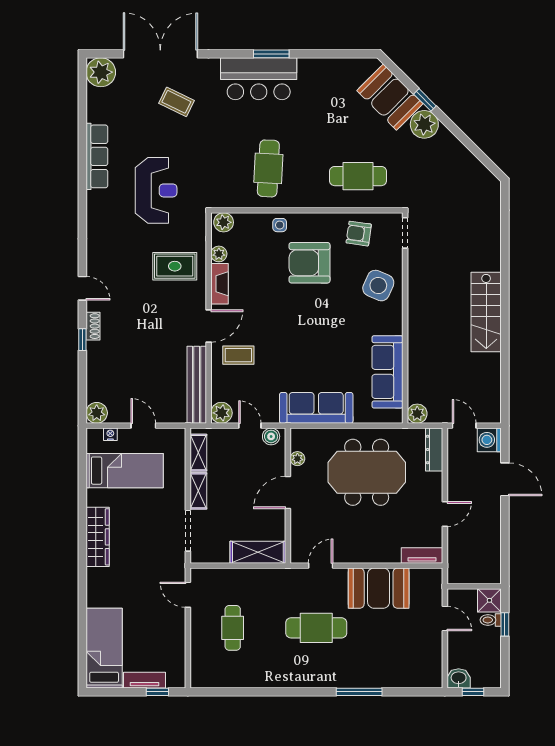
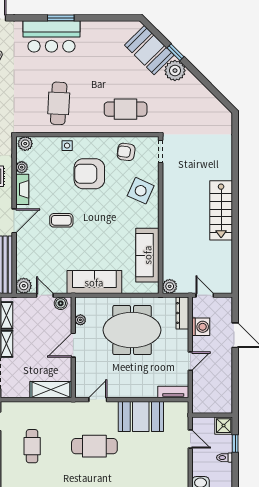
coffee table: (238, 355) -> (61, 220), moved
washing machine: (489, 440) -> (201, 327), moved, turned 180
toilet: (491, 620) -> (224, 458), moved

